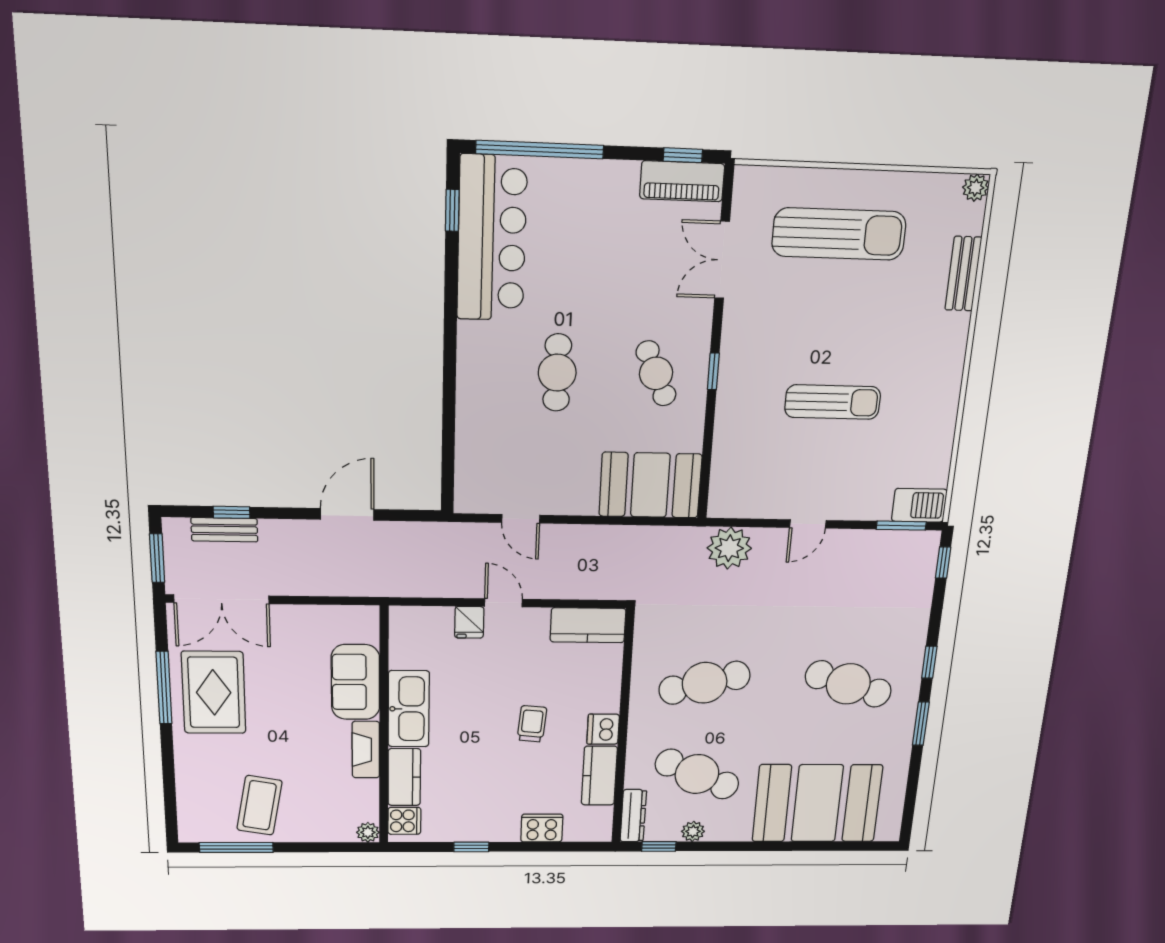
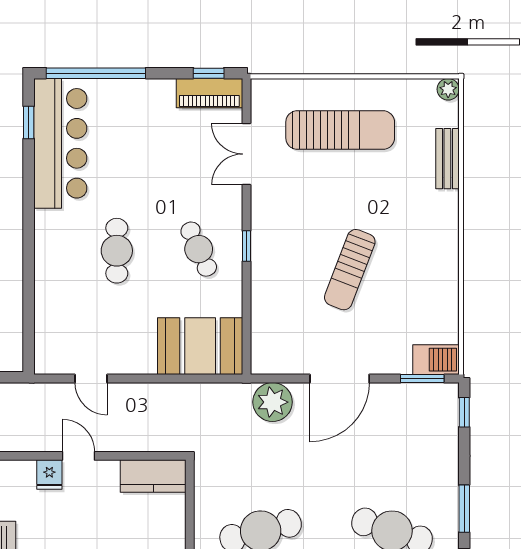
sun lounger: (833, 402) -> (350, 270), turned 111
door: (808, 524) -> (340, 379), width x1.87
window: (929, 662) -> (464, 509), width x1.50

